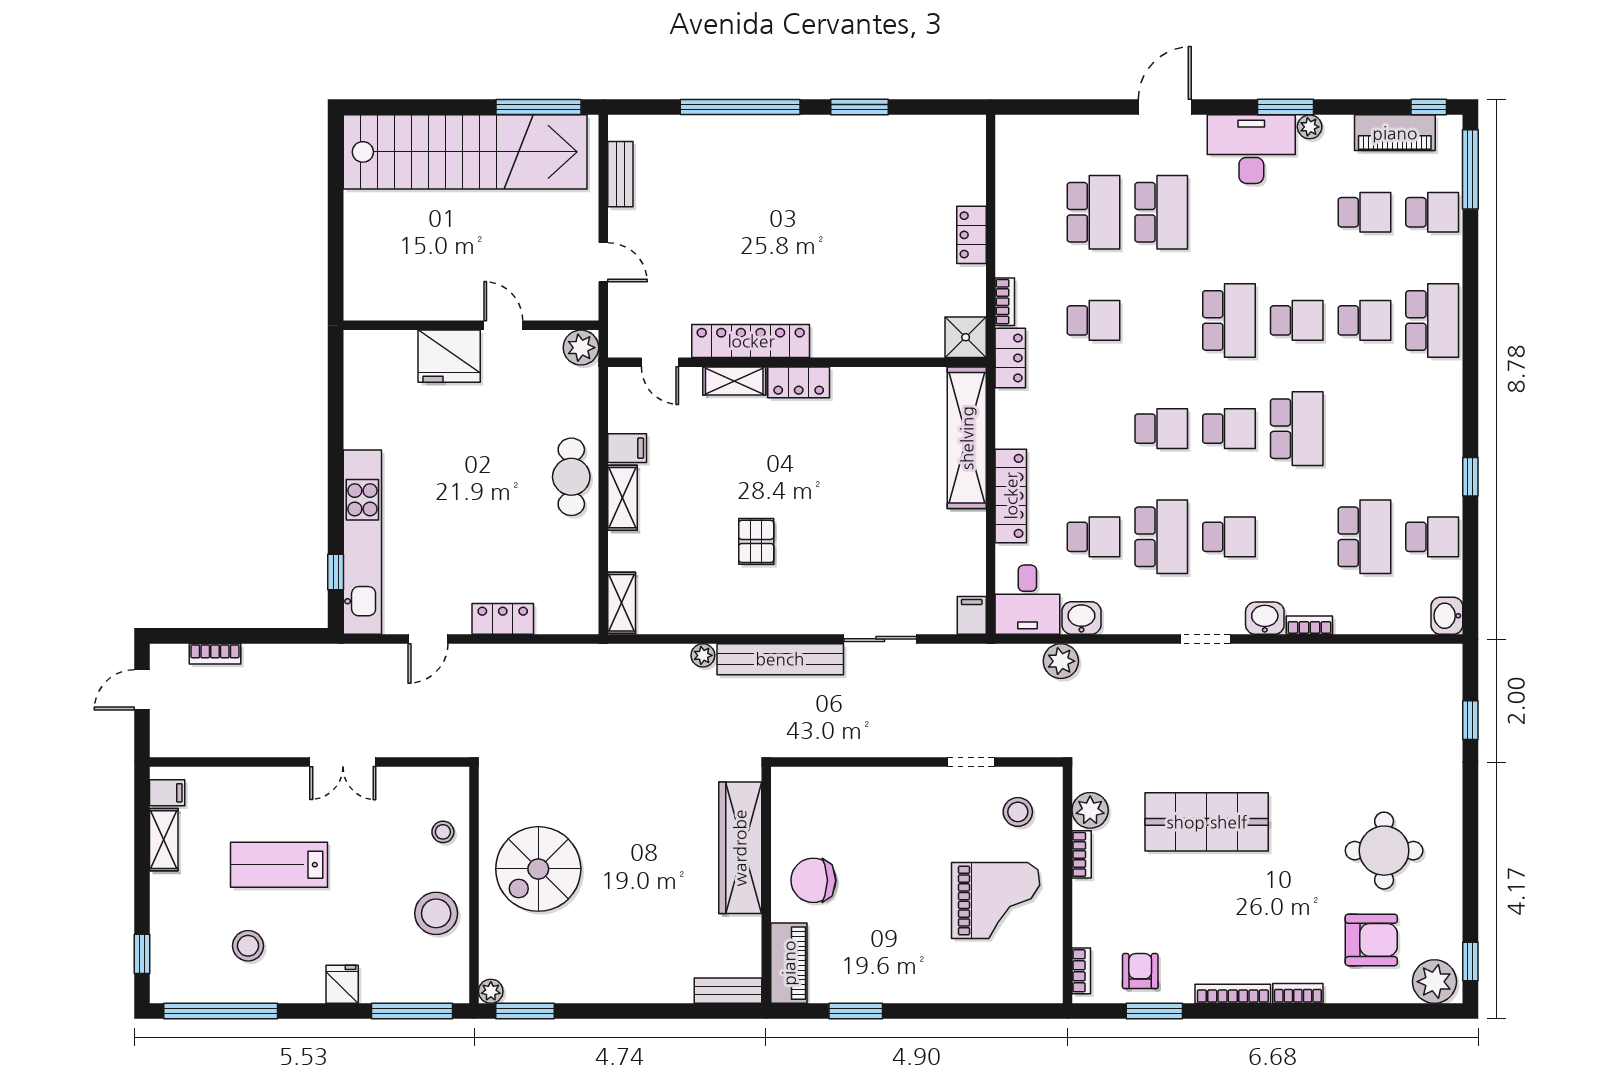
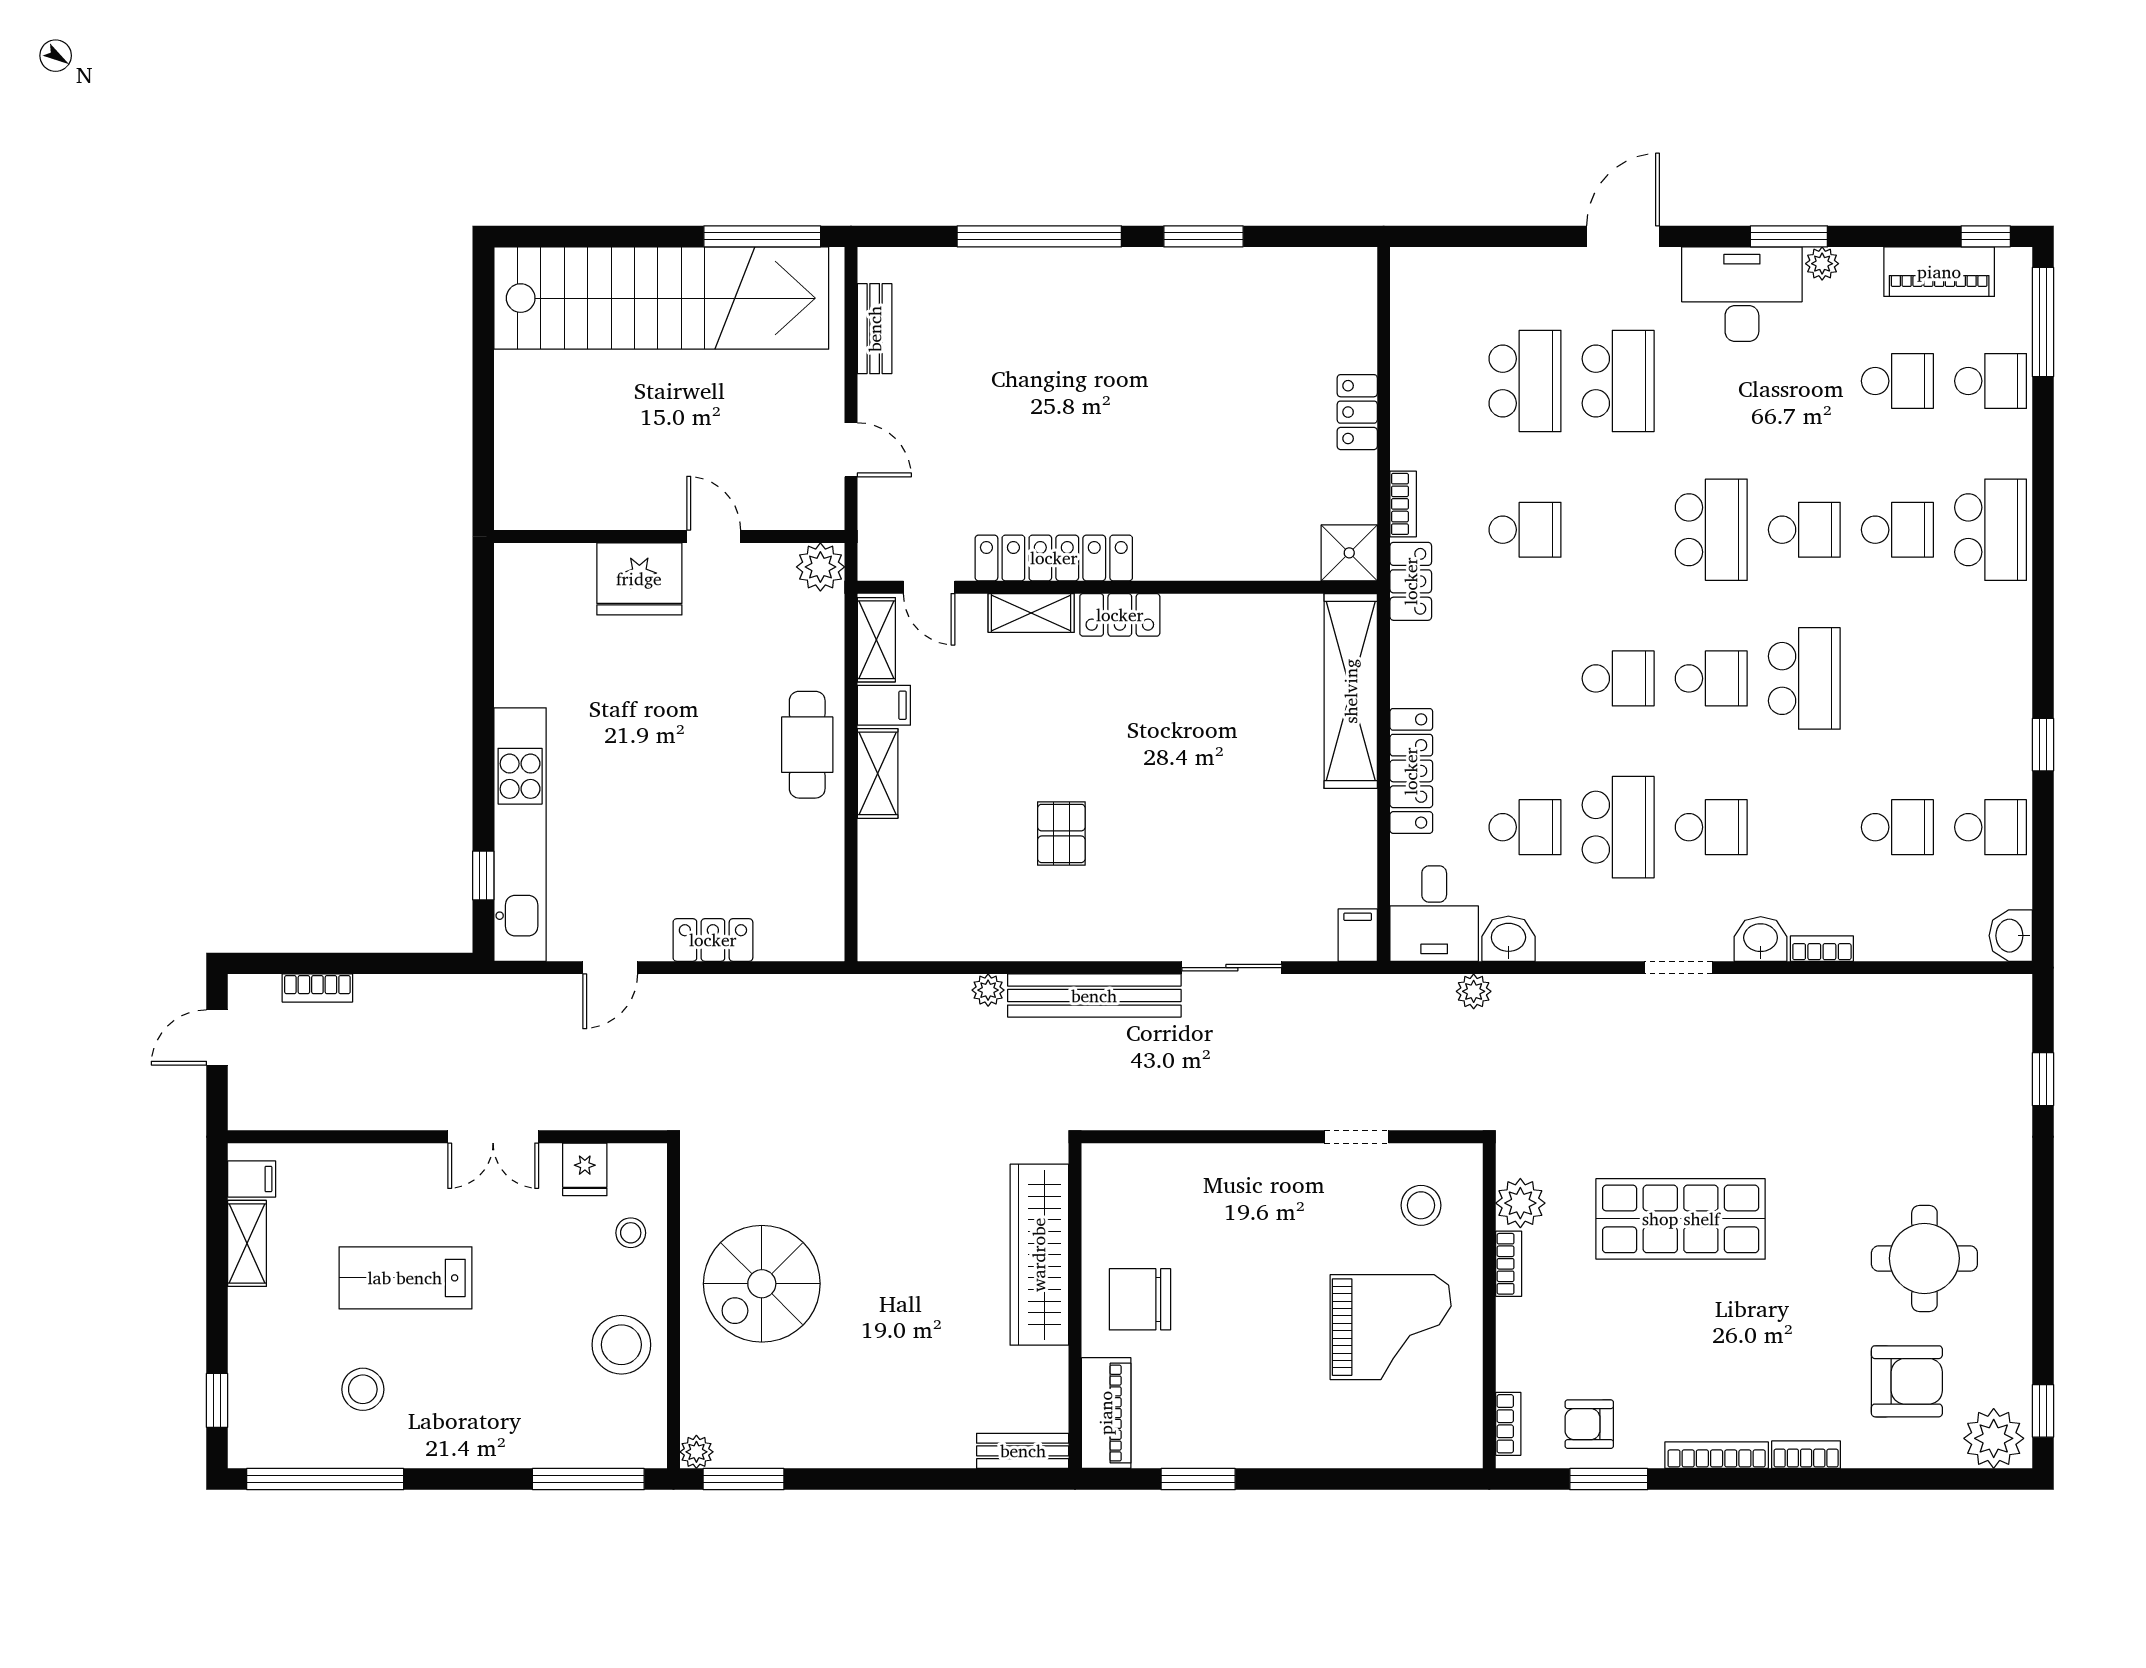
school desk: (1364, 537) -> (1897, 827), width x0.54
shelving: (622, 603) -> (876, 640), moved
plant: (1061, 661) -> (1474, 991), width x0.73, depth x0.73
armchair: (1140, 971) -> (1589, 1424), turned -90
fridge: (342, 984) -> (585, 1169), moved, turned 180

